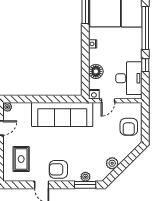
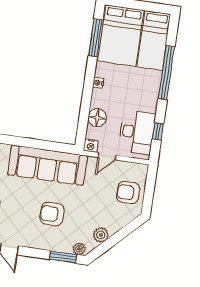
window: (145, 65) -> (158, 131), moved
armchair: (129, 127) -> (128, 193), turned 90
armchair: (58, 169) -> (52, 214), moved
plant: (85, 177) -> (79, 249), moved

